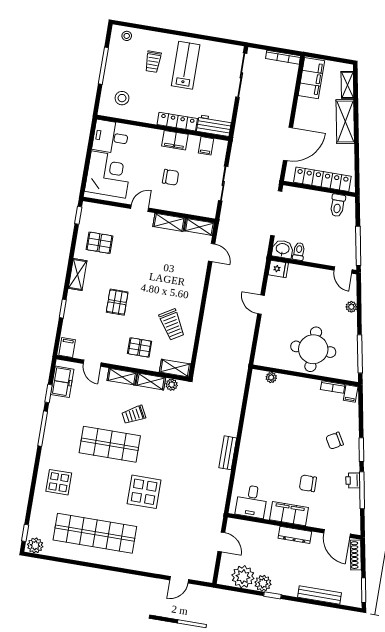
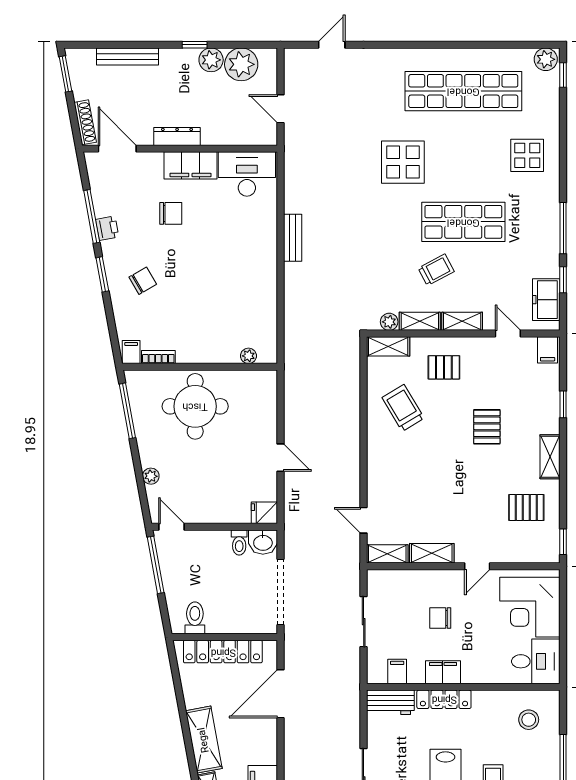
desk: (252, 501) -> (247, 174), width x1.37

